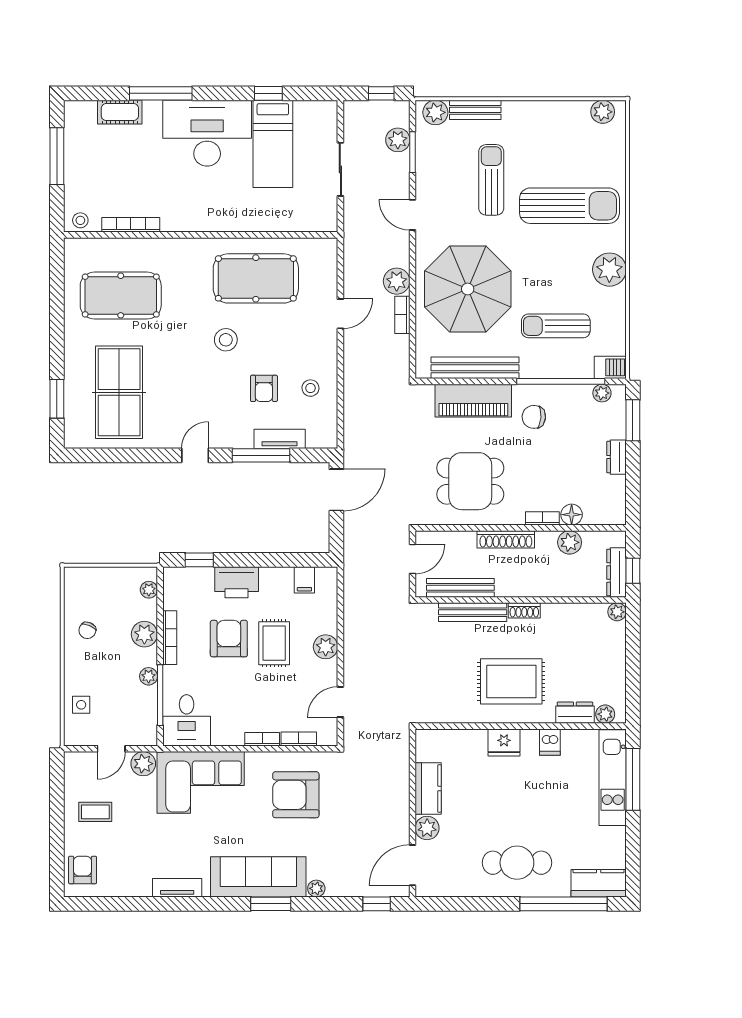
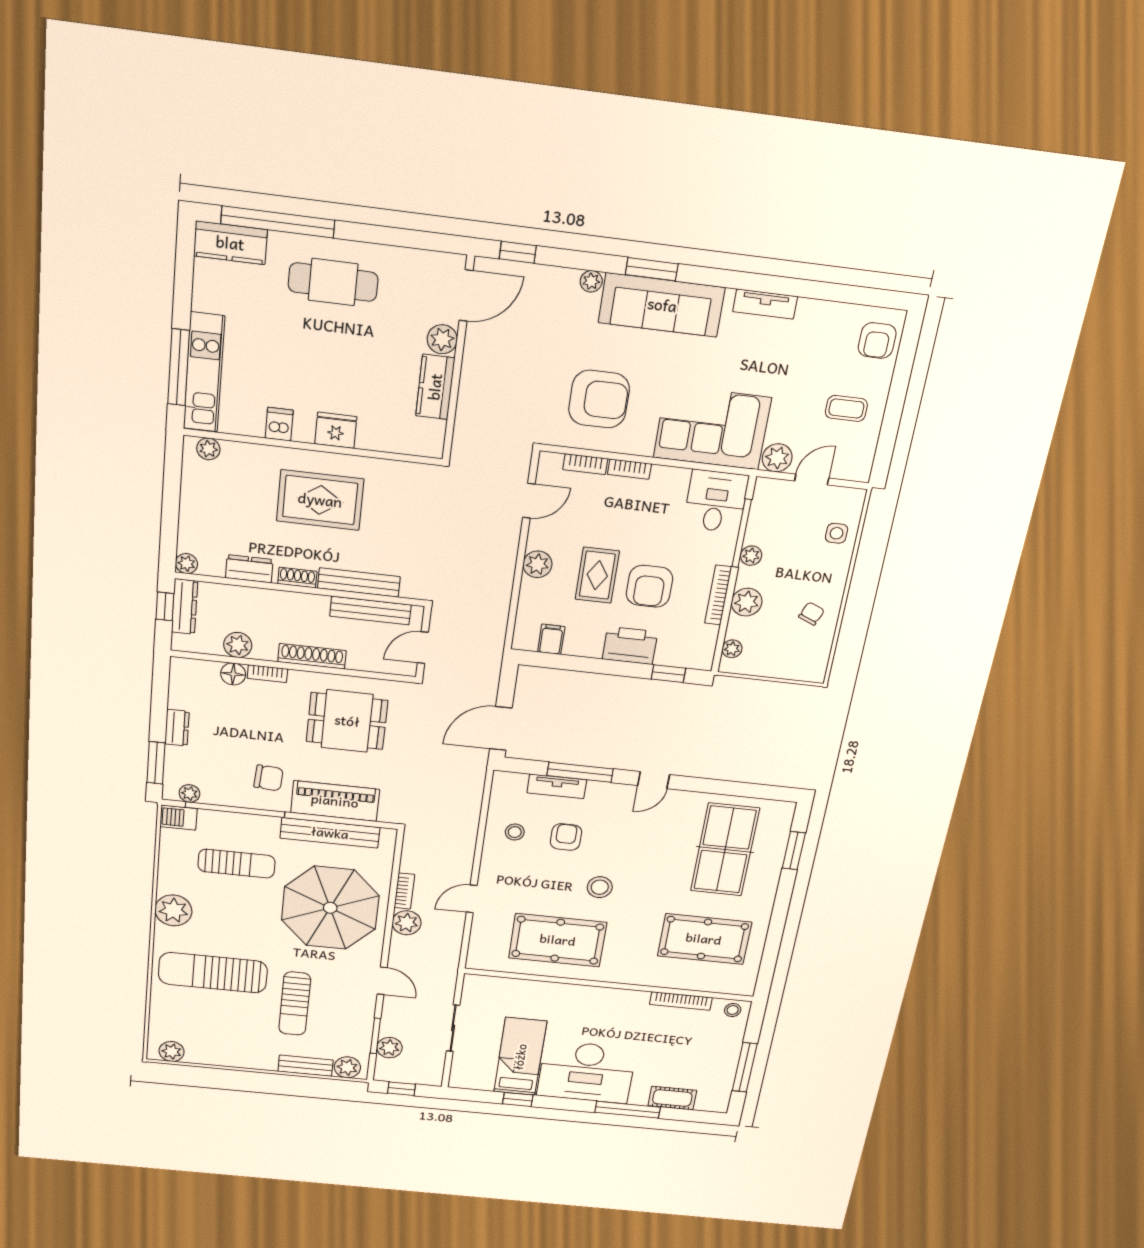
dresser: (575, 713) -> (249, 569), moved, turned 180

